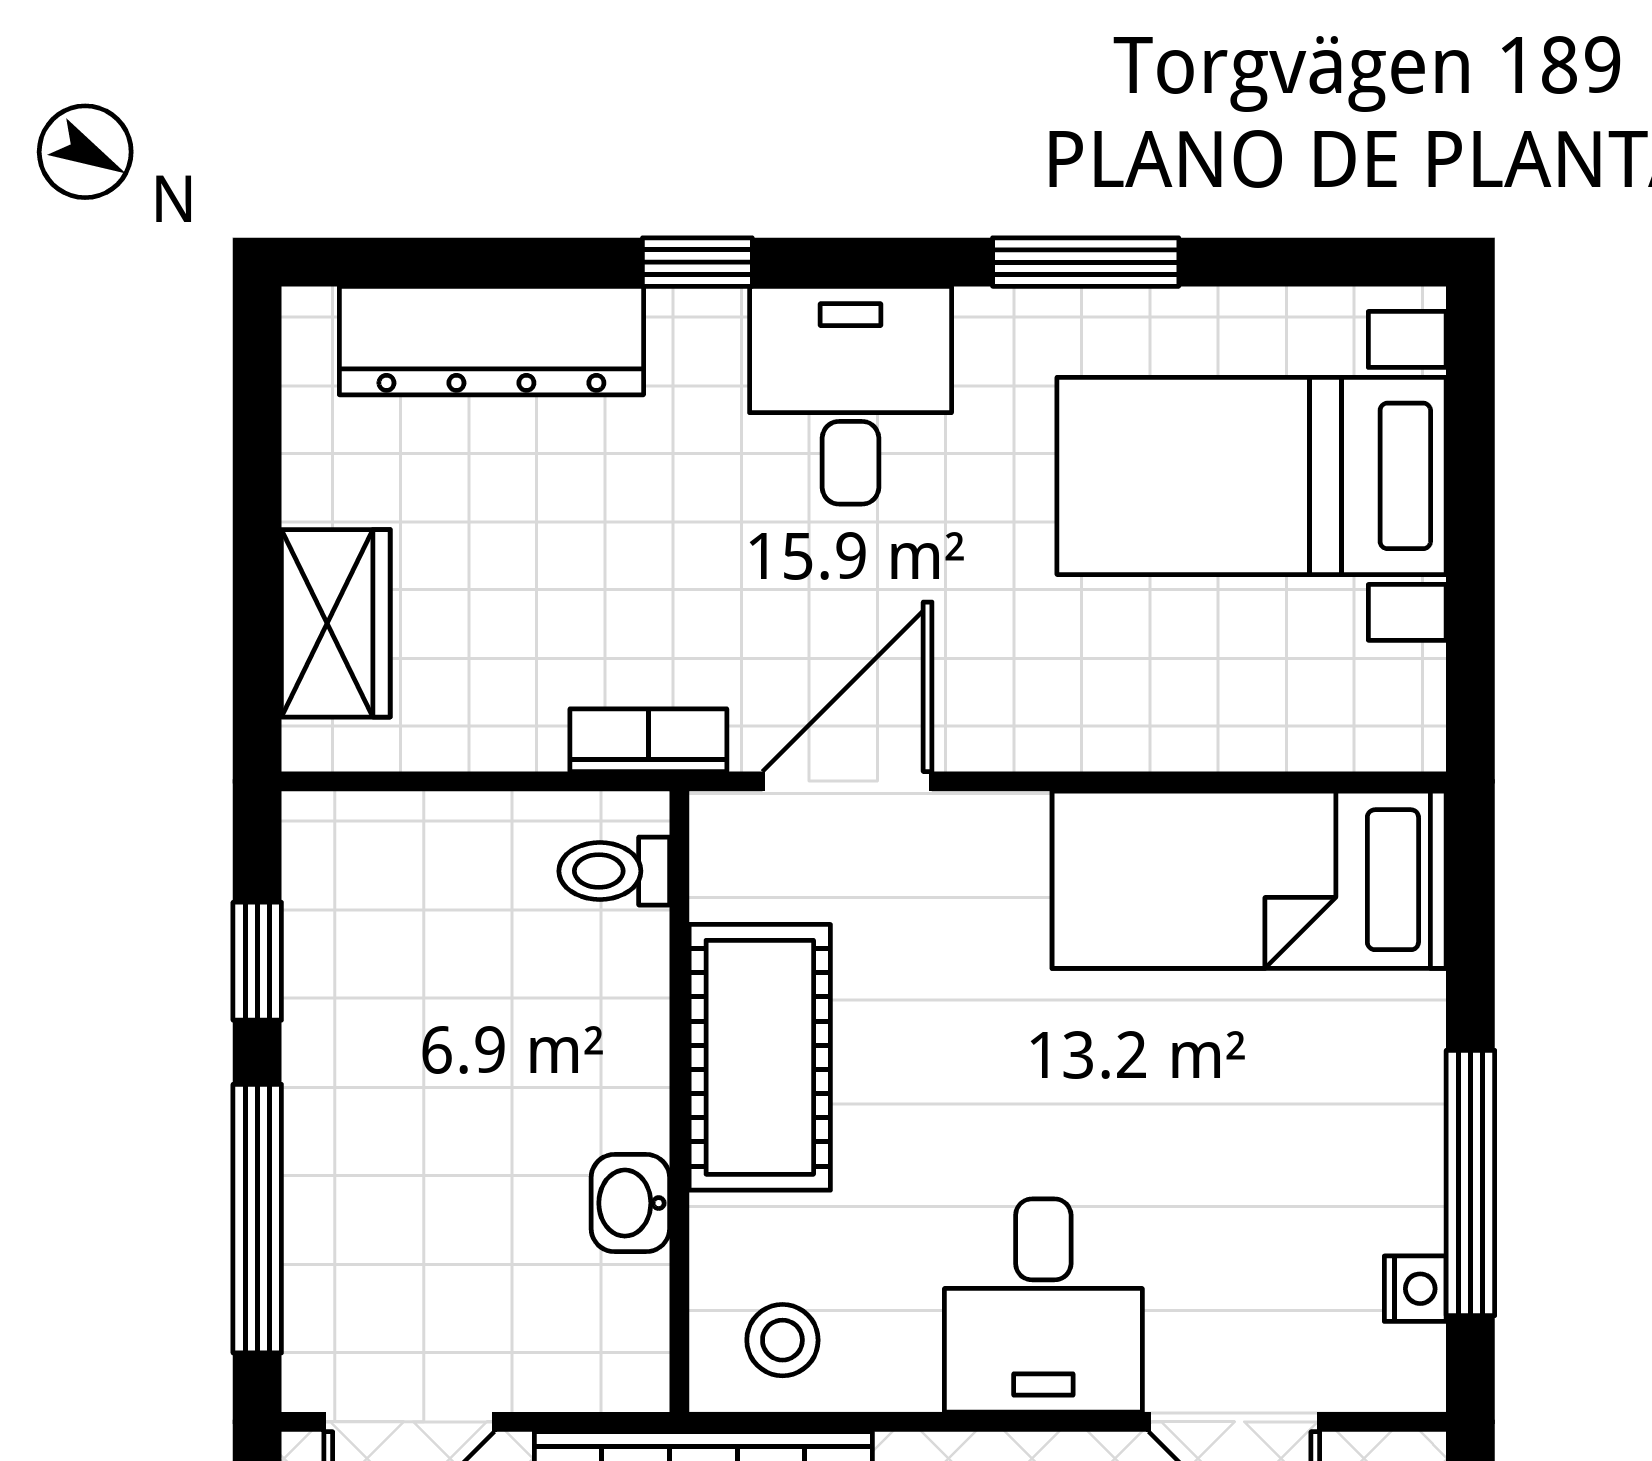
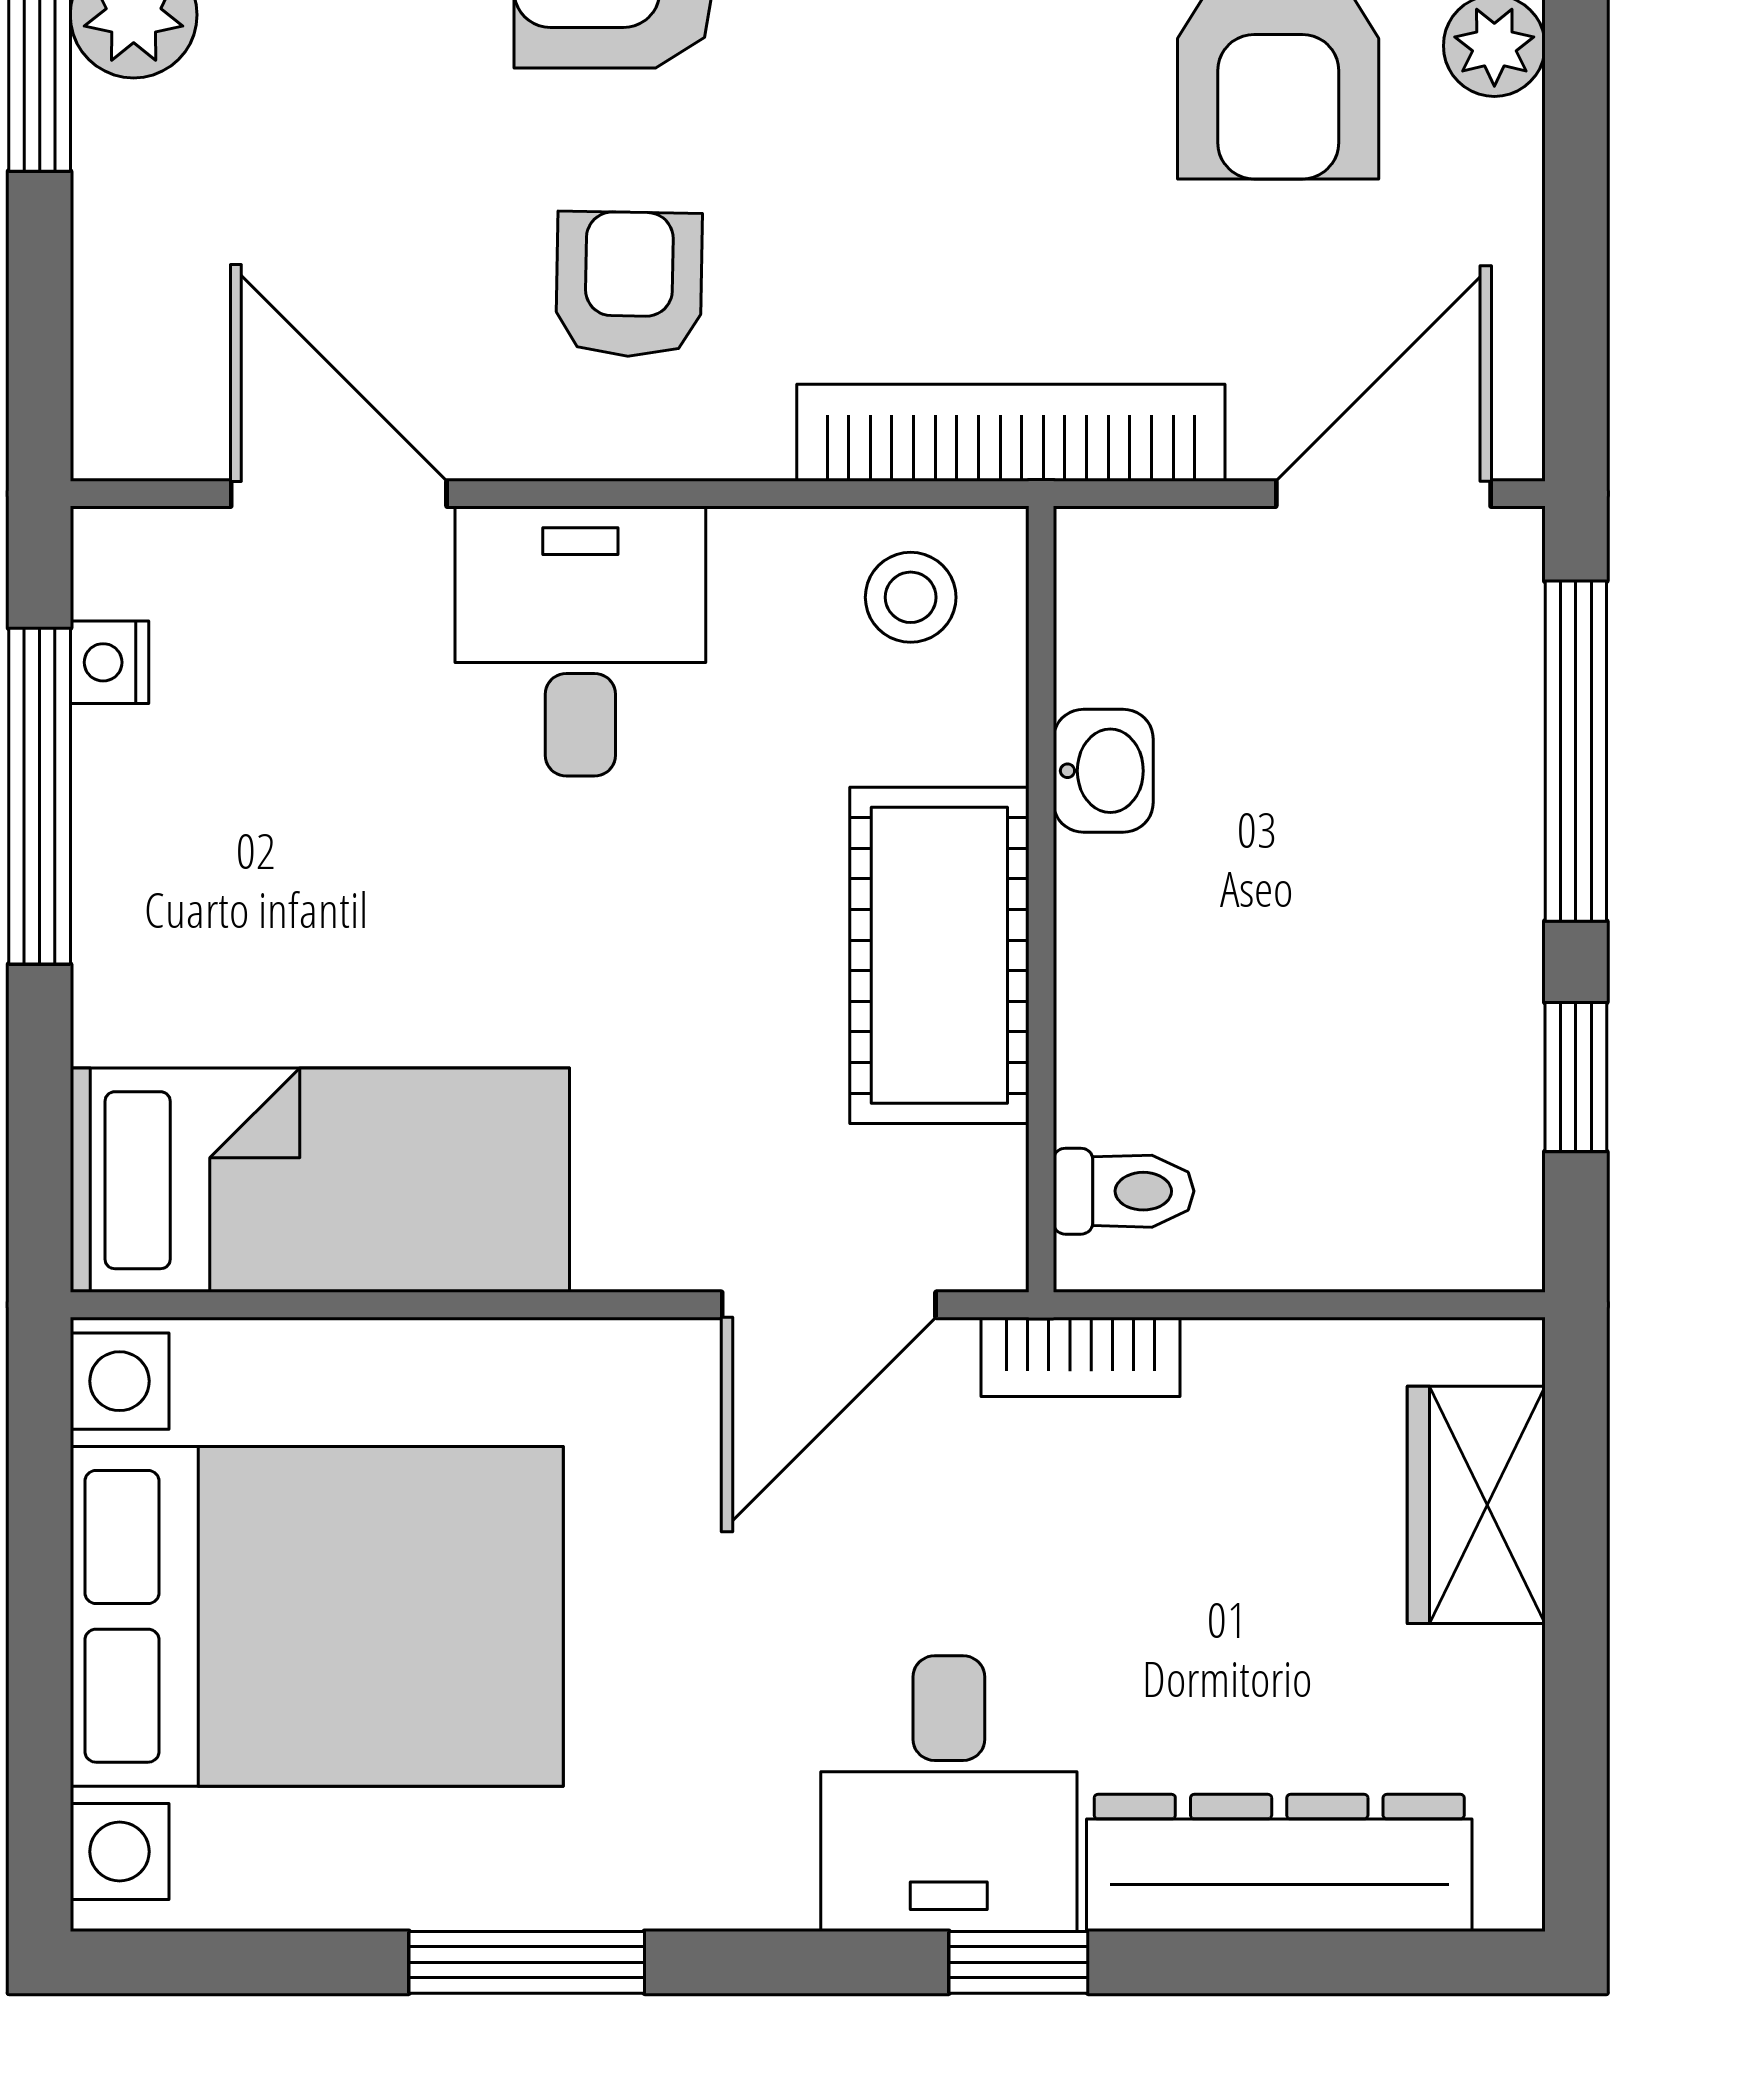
desk: (851, 395) -> (949, 1794), moved
bed with nightstands: (1252, 476) -> (317, 1616), width x1.36

